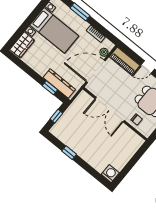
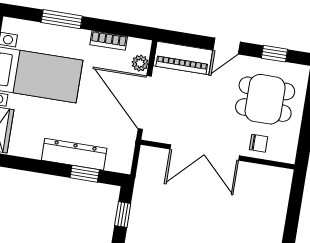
door: (96, 71) -> (145, 102), hinge flipped
dresser: (59, 84) -> (74, 154), moved

